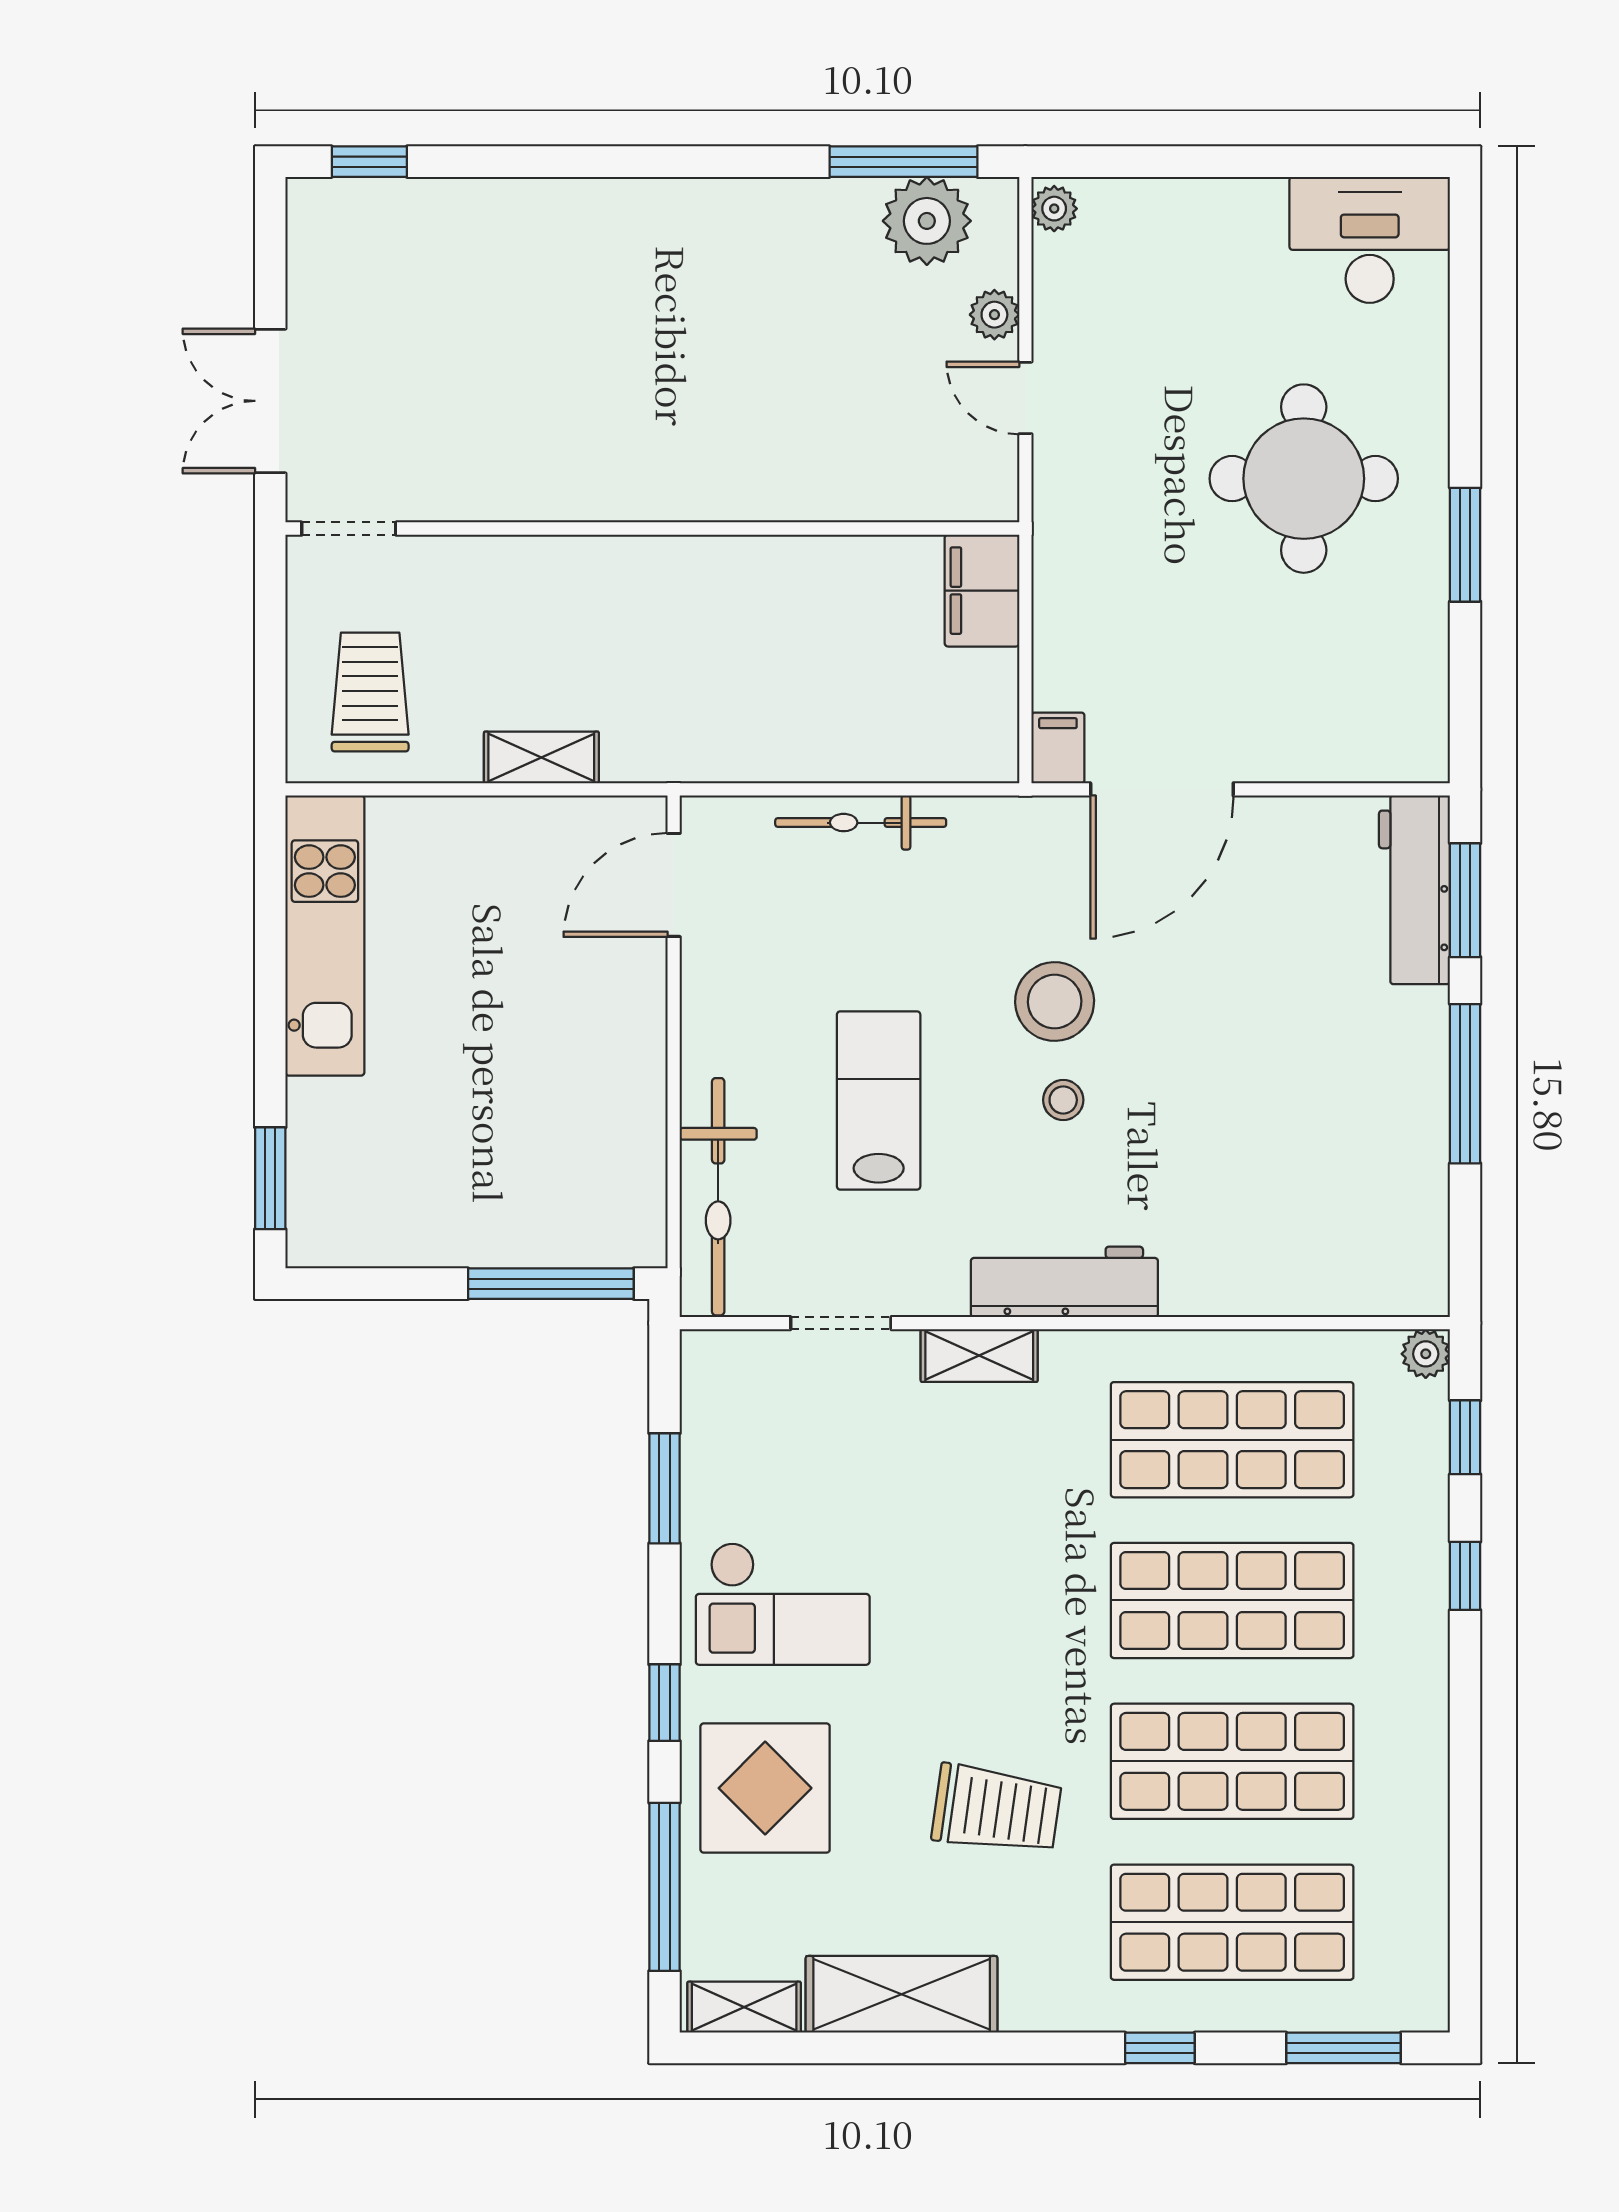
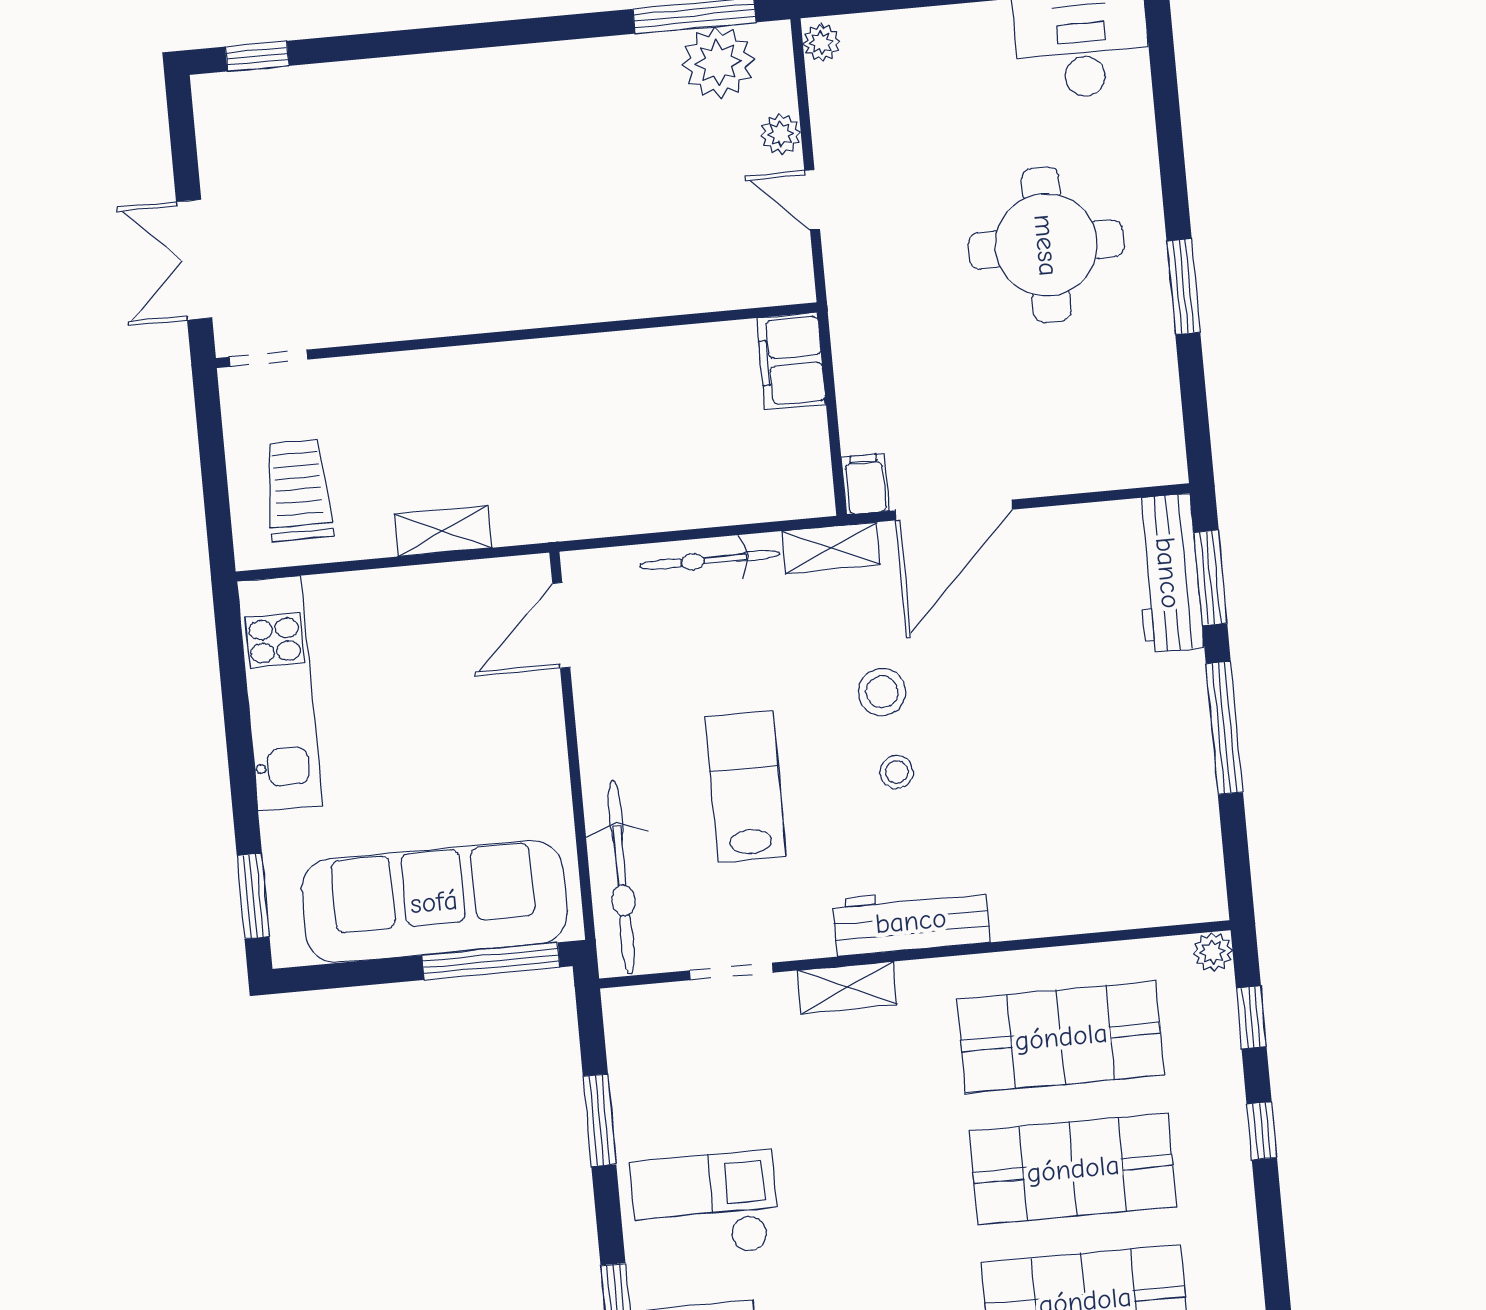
shelving: (1009, 821) -> (831, 548), added
stool: (1055, 1002) -> (882, 692), width x0.73, depth x0.73
sofa: (489, 1205) -> (434, 902), added
checkout: (783, 1604) -> (705, 1206), turned 180

